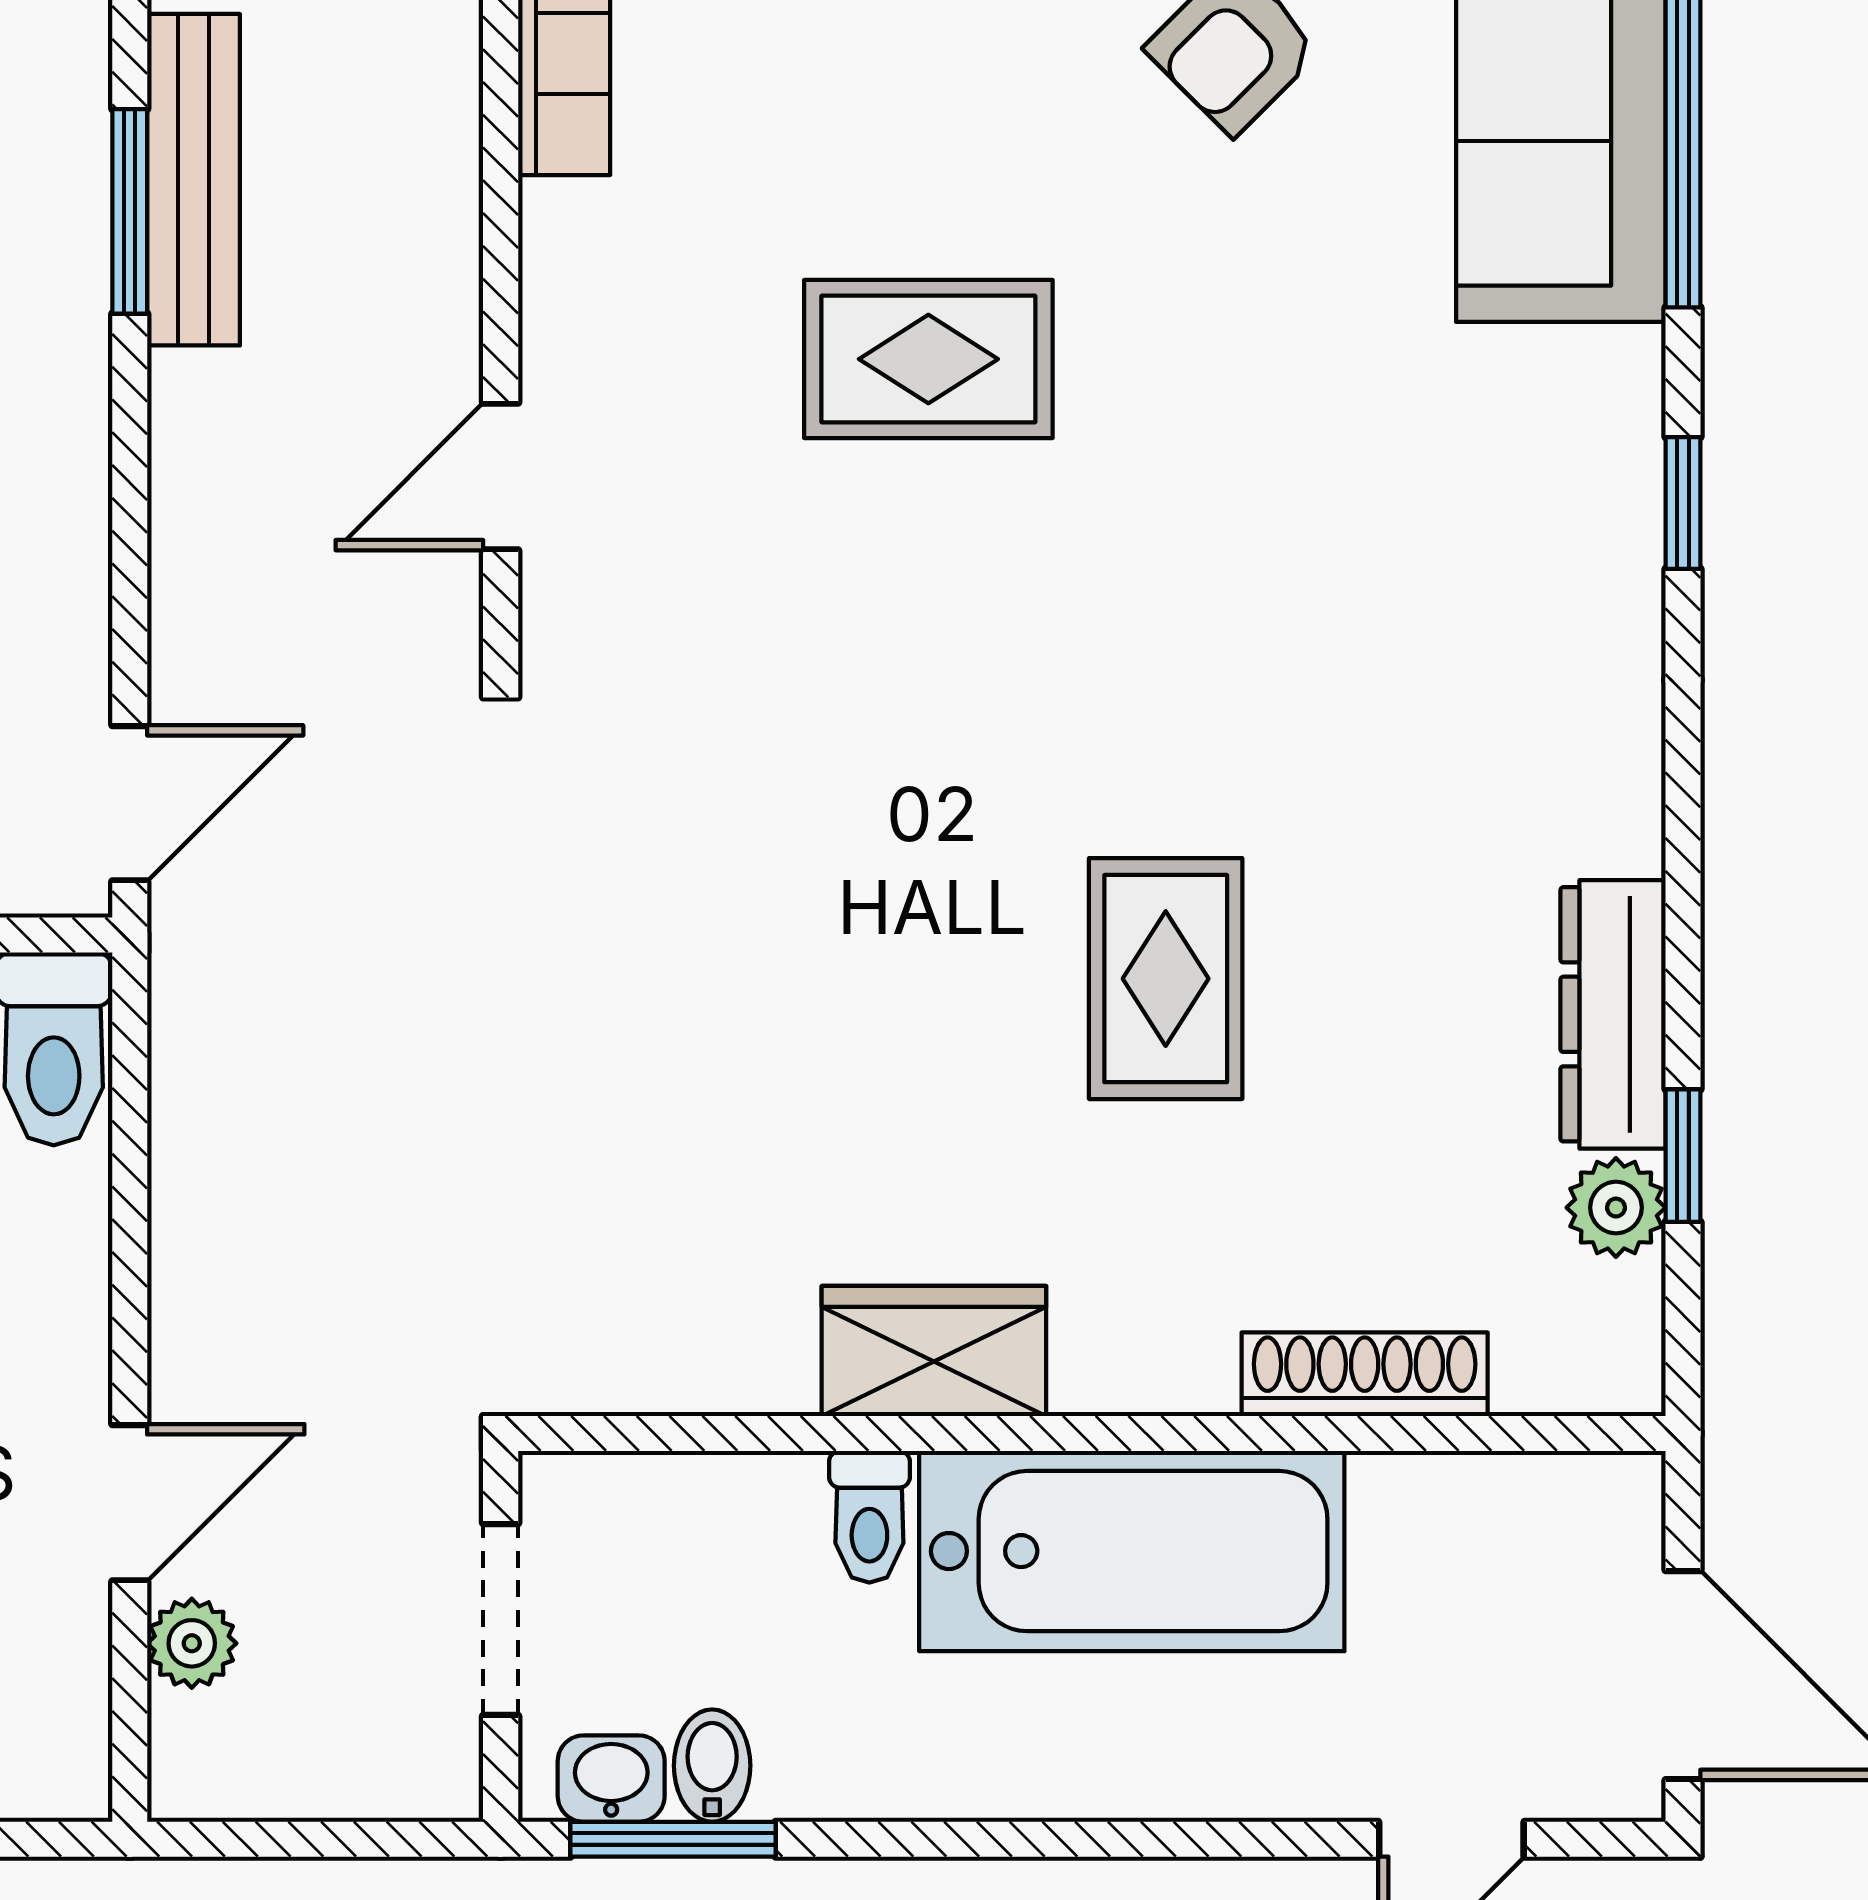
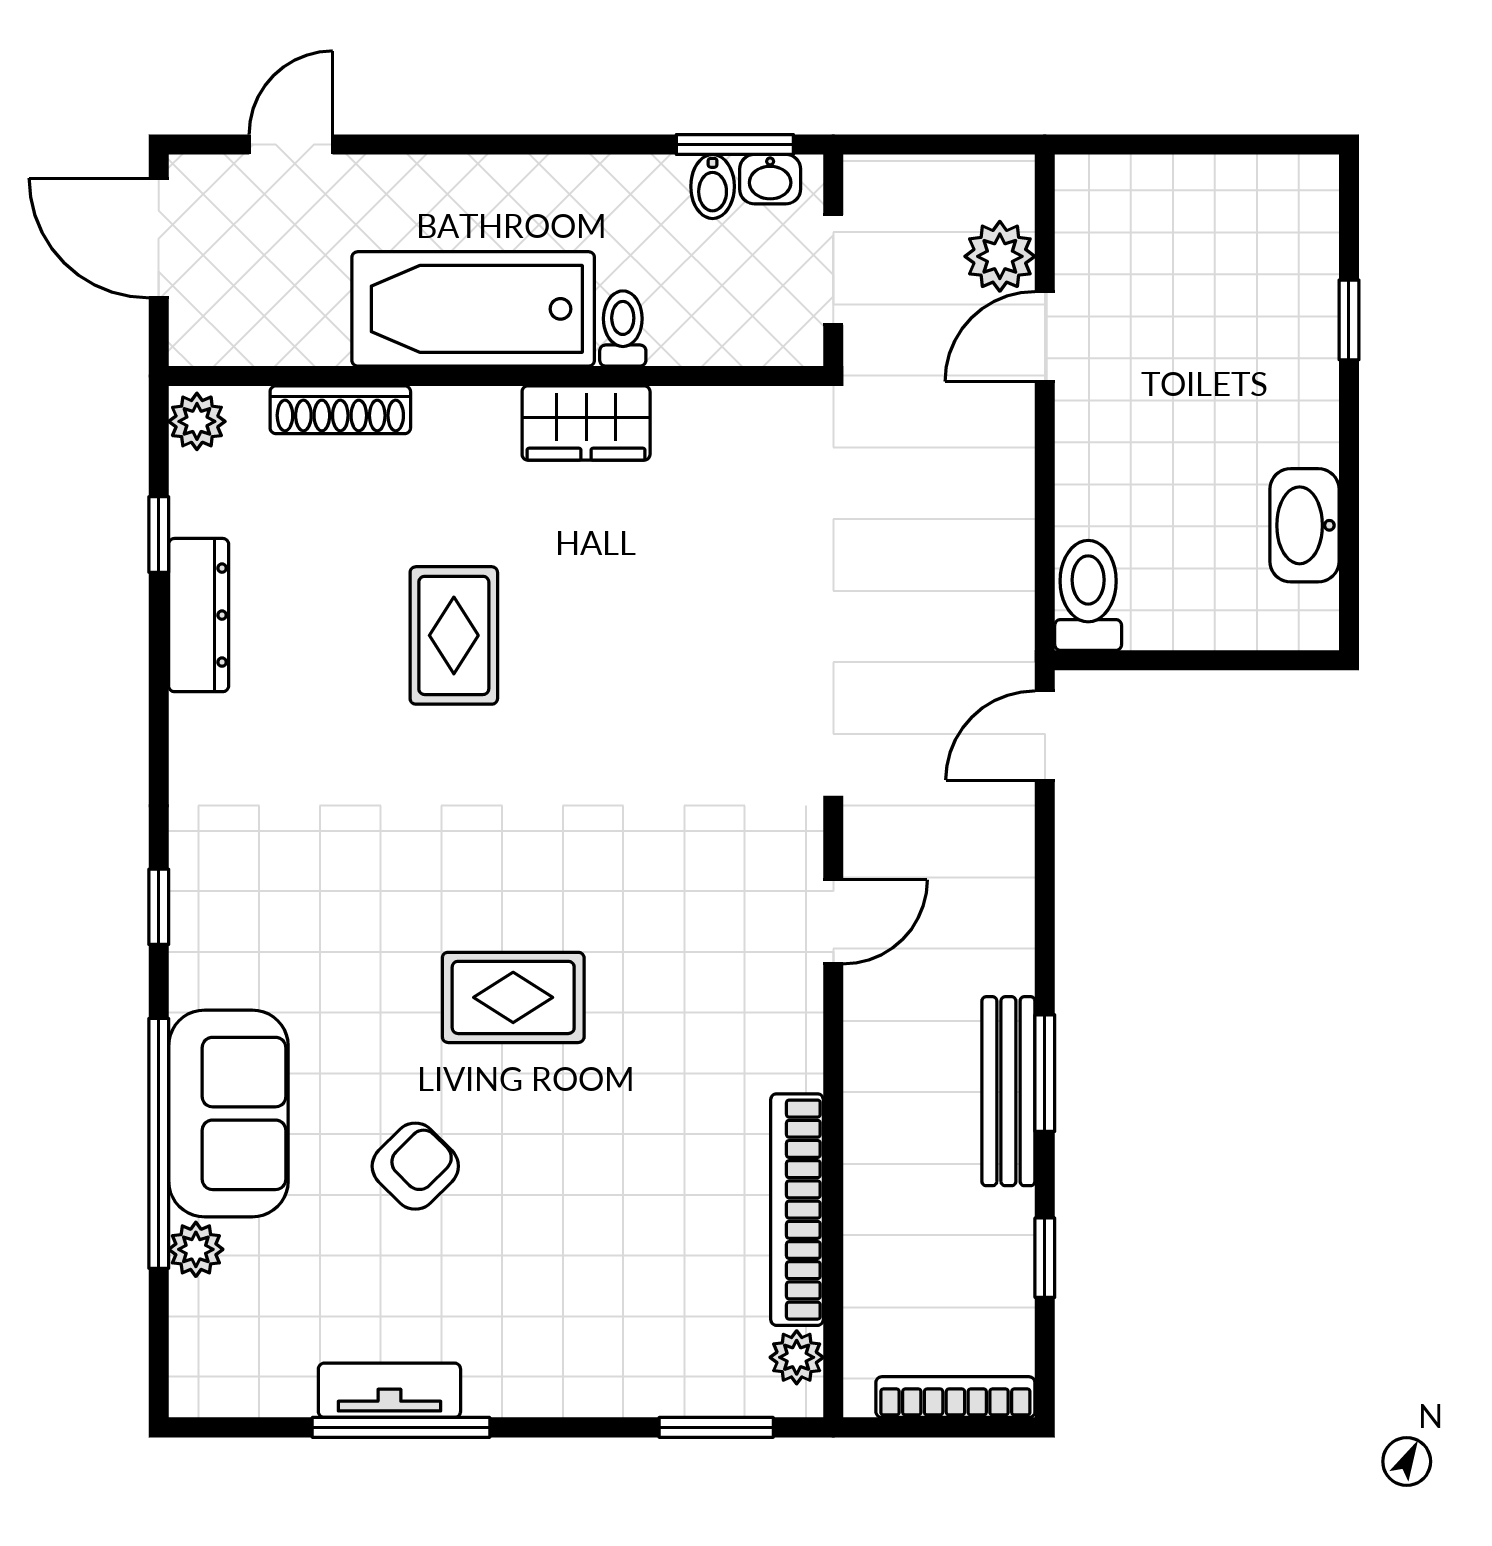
rug: (928, 359) -> (513, 997), moved
plant: (1616, 1208) -> (197, 421), moved
plant: (192, 1643) -> (1000, 256), width x1.38, depth x1.38

